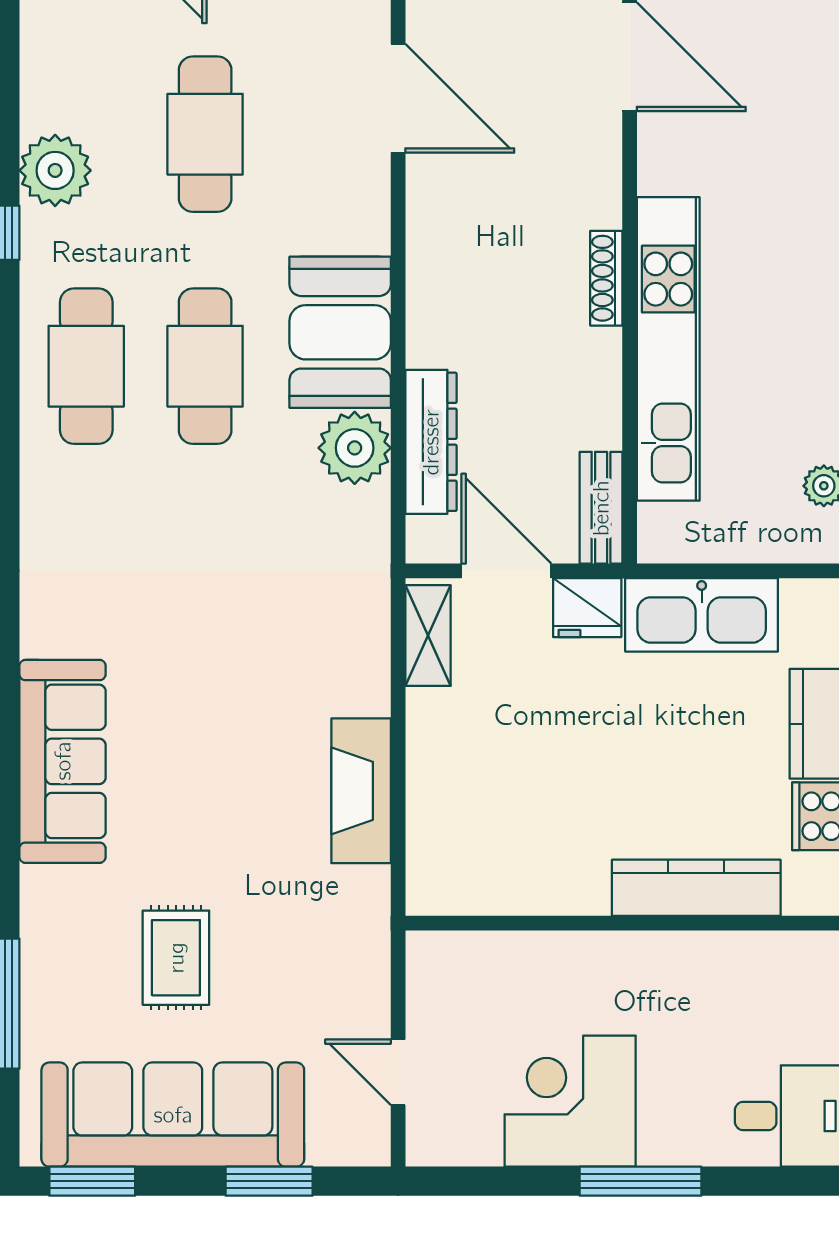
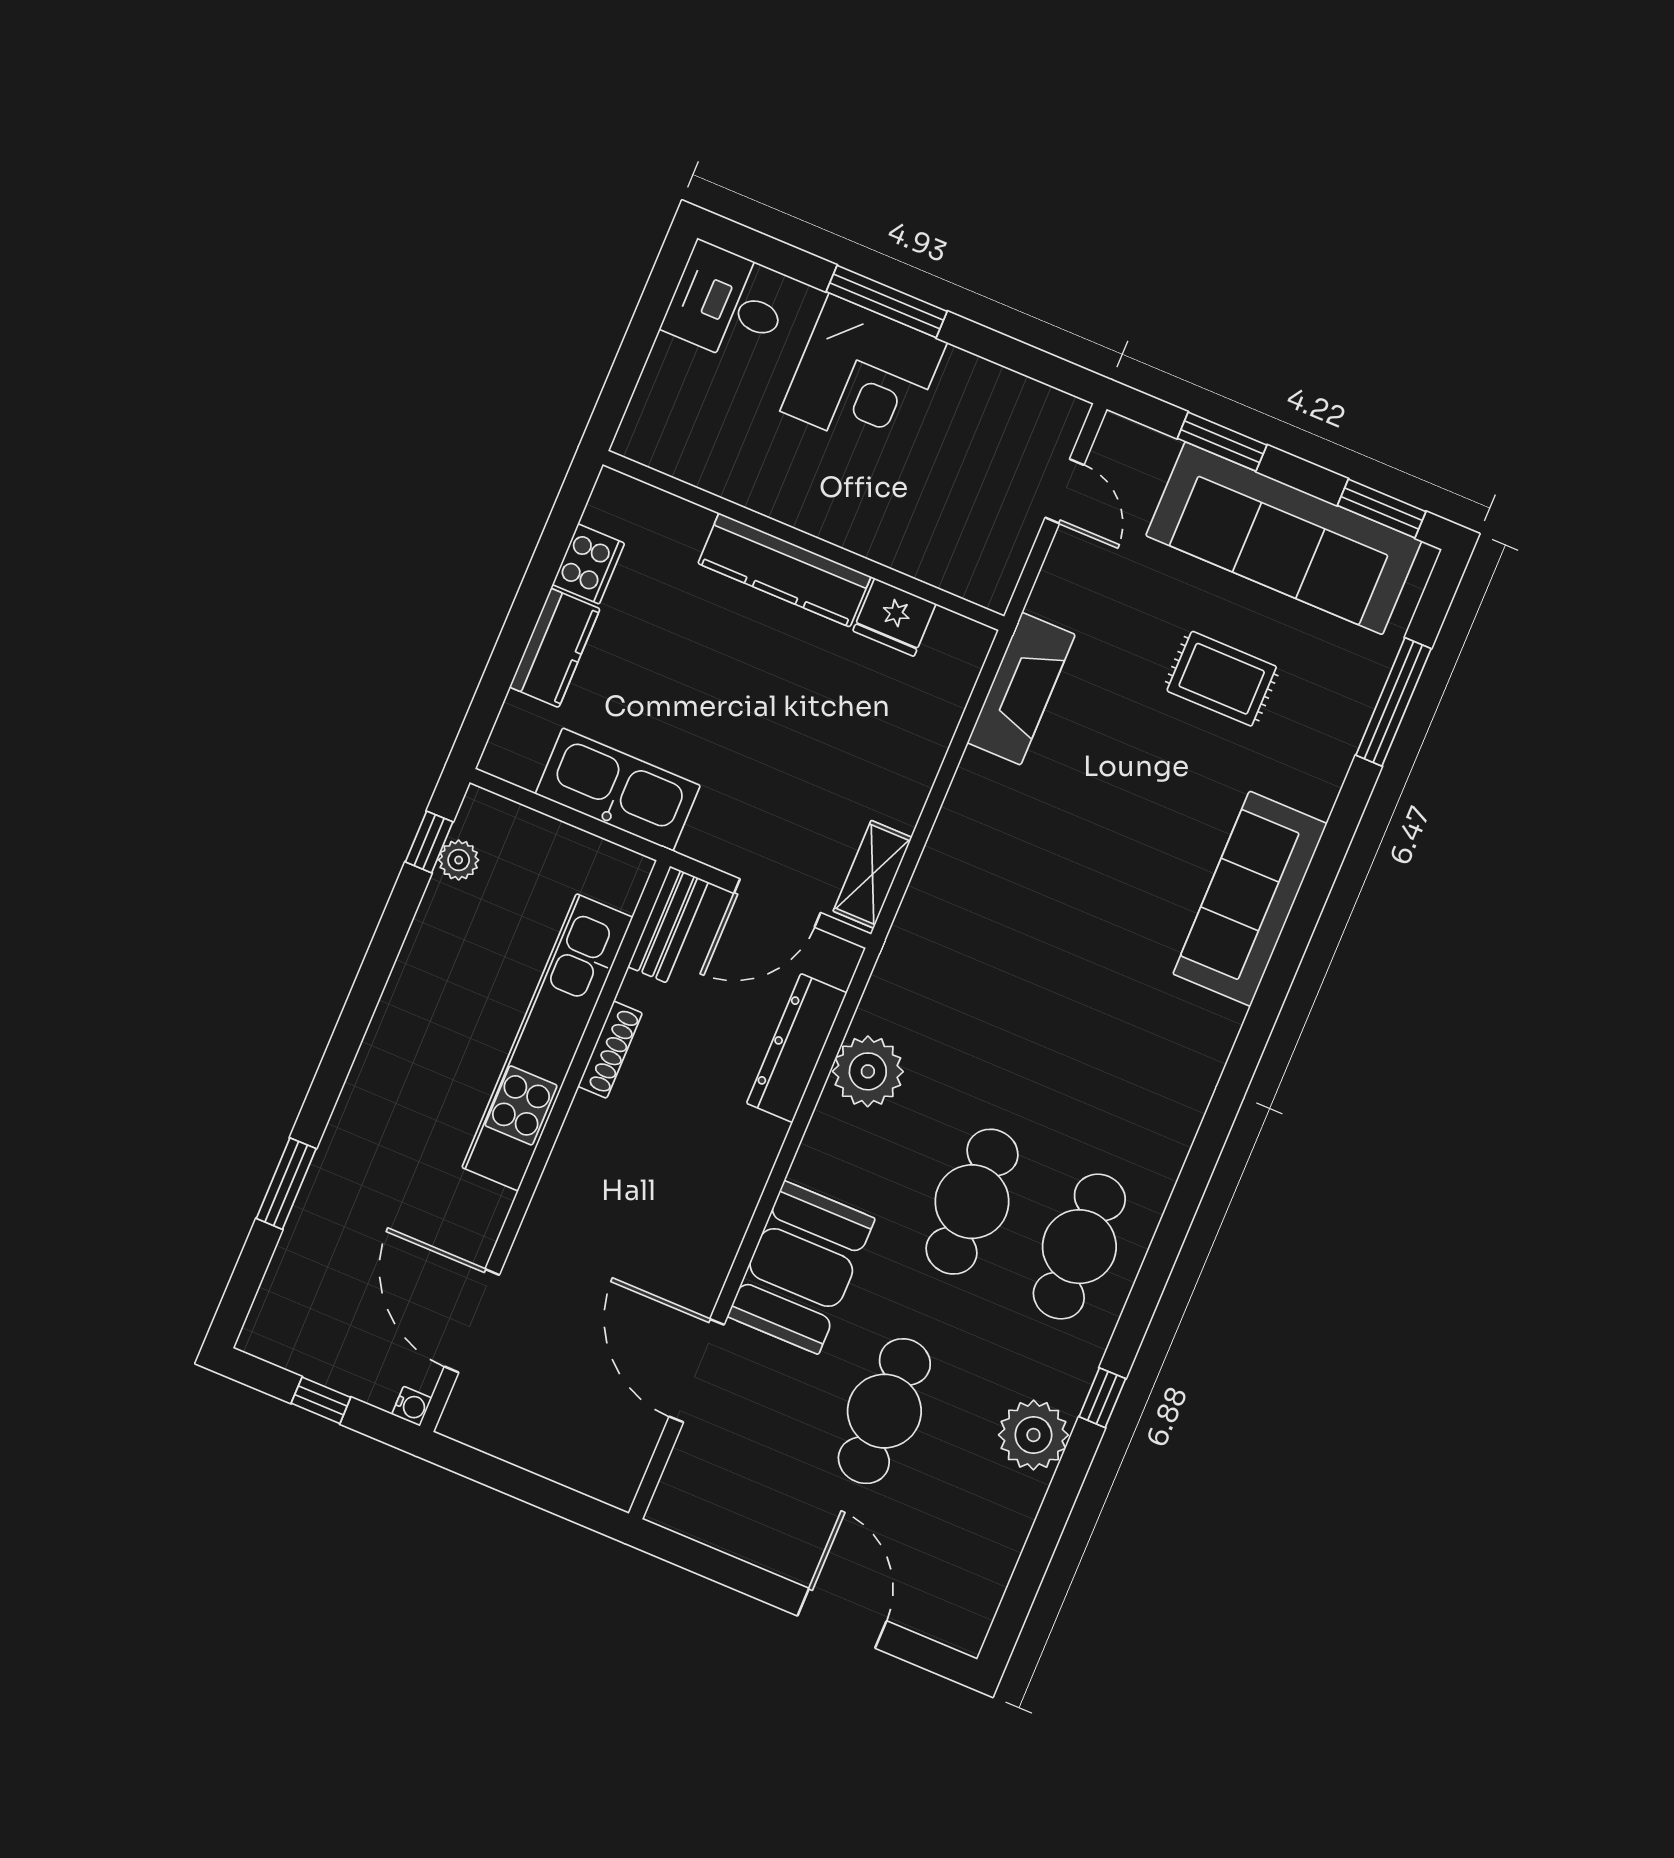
shoe rack: (606, 278) -> (610, 1050), moved
booth: (340, 332) -> (801, 1267), moved
door: (506, 571) -> (777, 903), hinge flipped
fridge: (587, 608) -> (894, 617), moved, turned 180
fireplace: (361, 791) -> (1021, 689), moved
kitchen counter: (696, 888) -> (784, 570), moved
rug: (176, 958) -> (1222, 679), turned 90
corner desk: (570, 1101) -> (864, 377), moved

